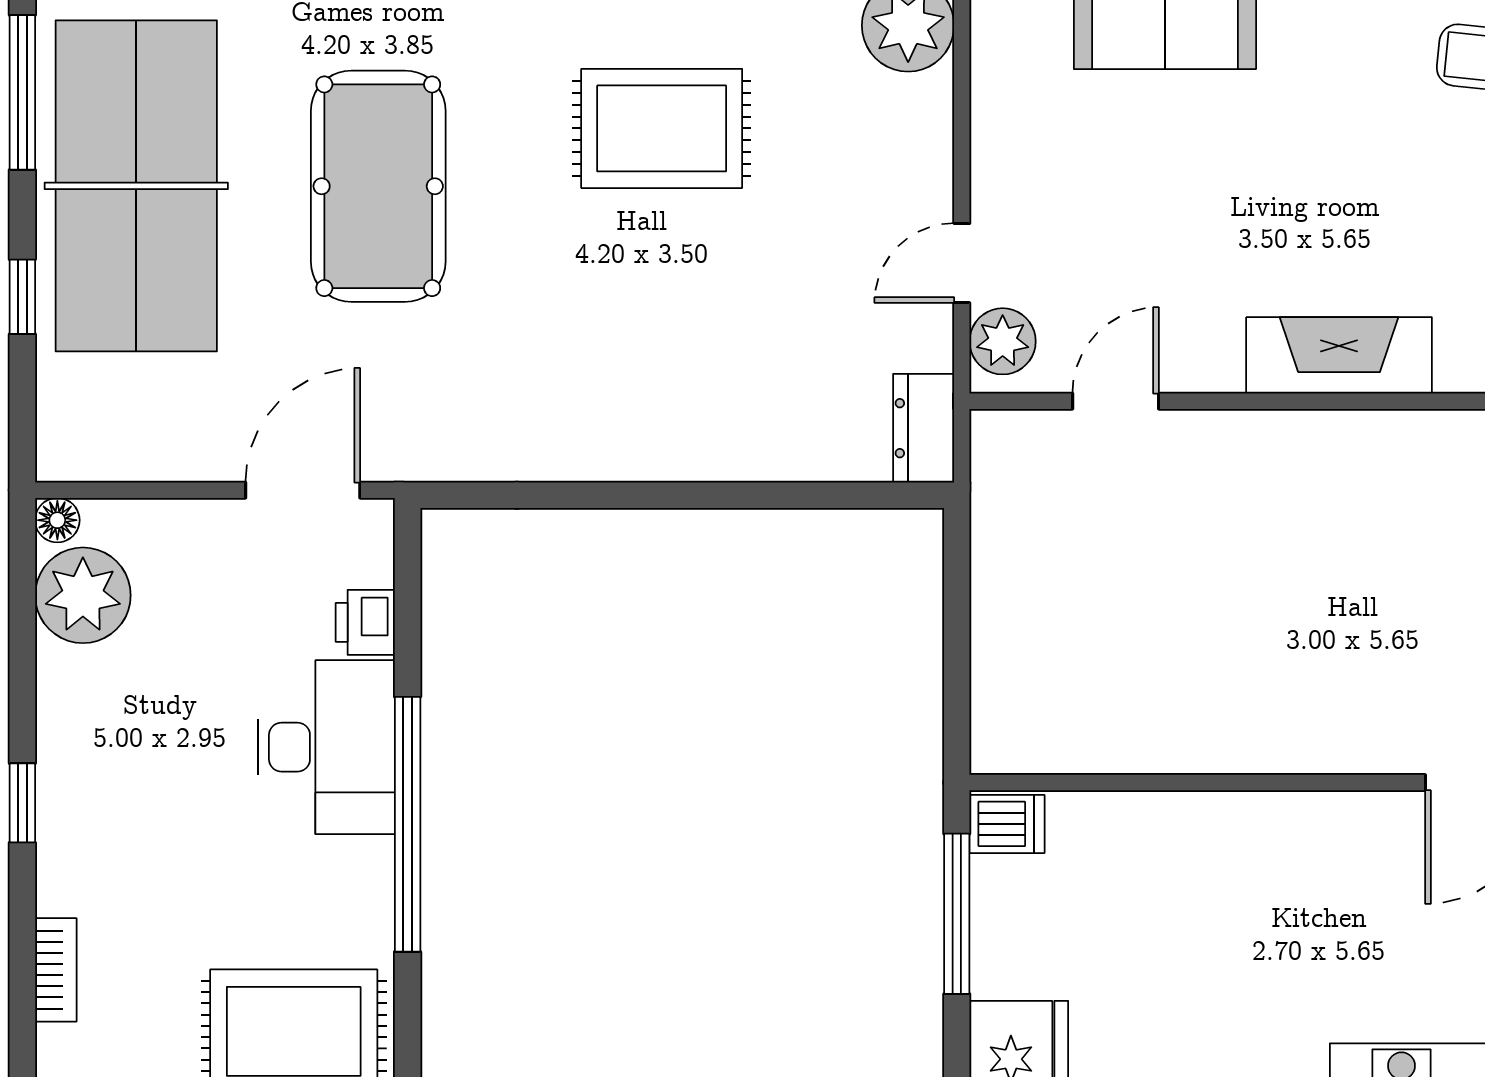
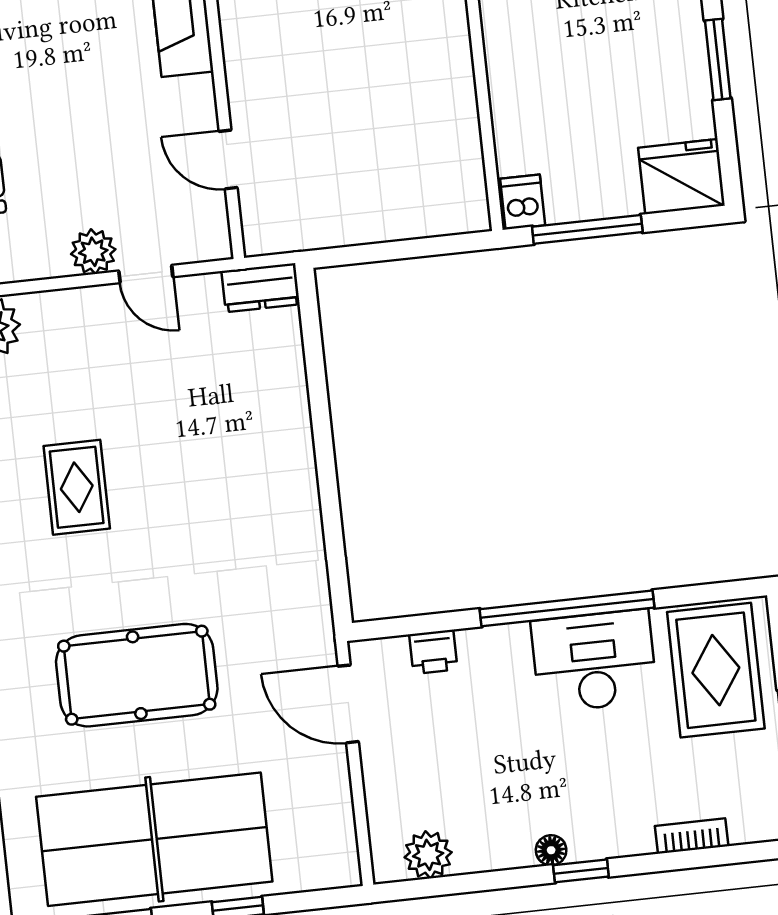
rug: (662, 128) -> (77, 487), width x0.73, depth x0.70
plant: (1003, 341) -> (93, 252), moved
floor lamp: (57, 520) -> (551, 850), moved
plant: (83, 595) -> (428, 855), width x0.73, depth x0.73
desk: (326, 747) -> (594, 661), moved

